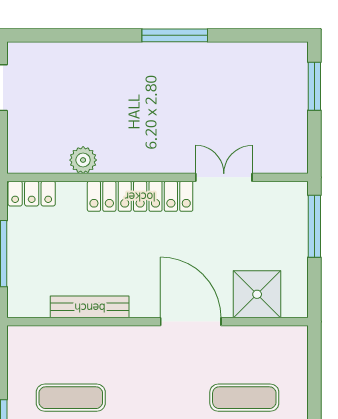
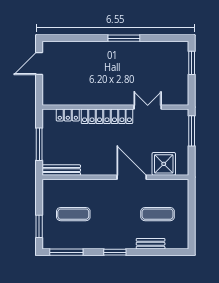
plant: (83, 160) -> (79, 99), removed
locker: (32, 194) -> (68, 115), moved
bench: (90, 307) -> (61, 170), moved

